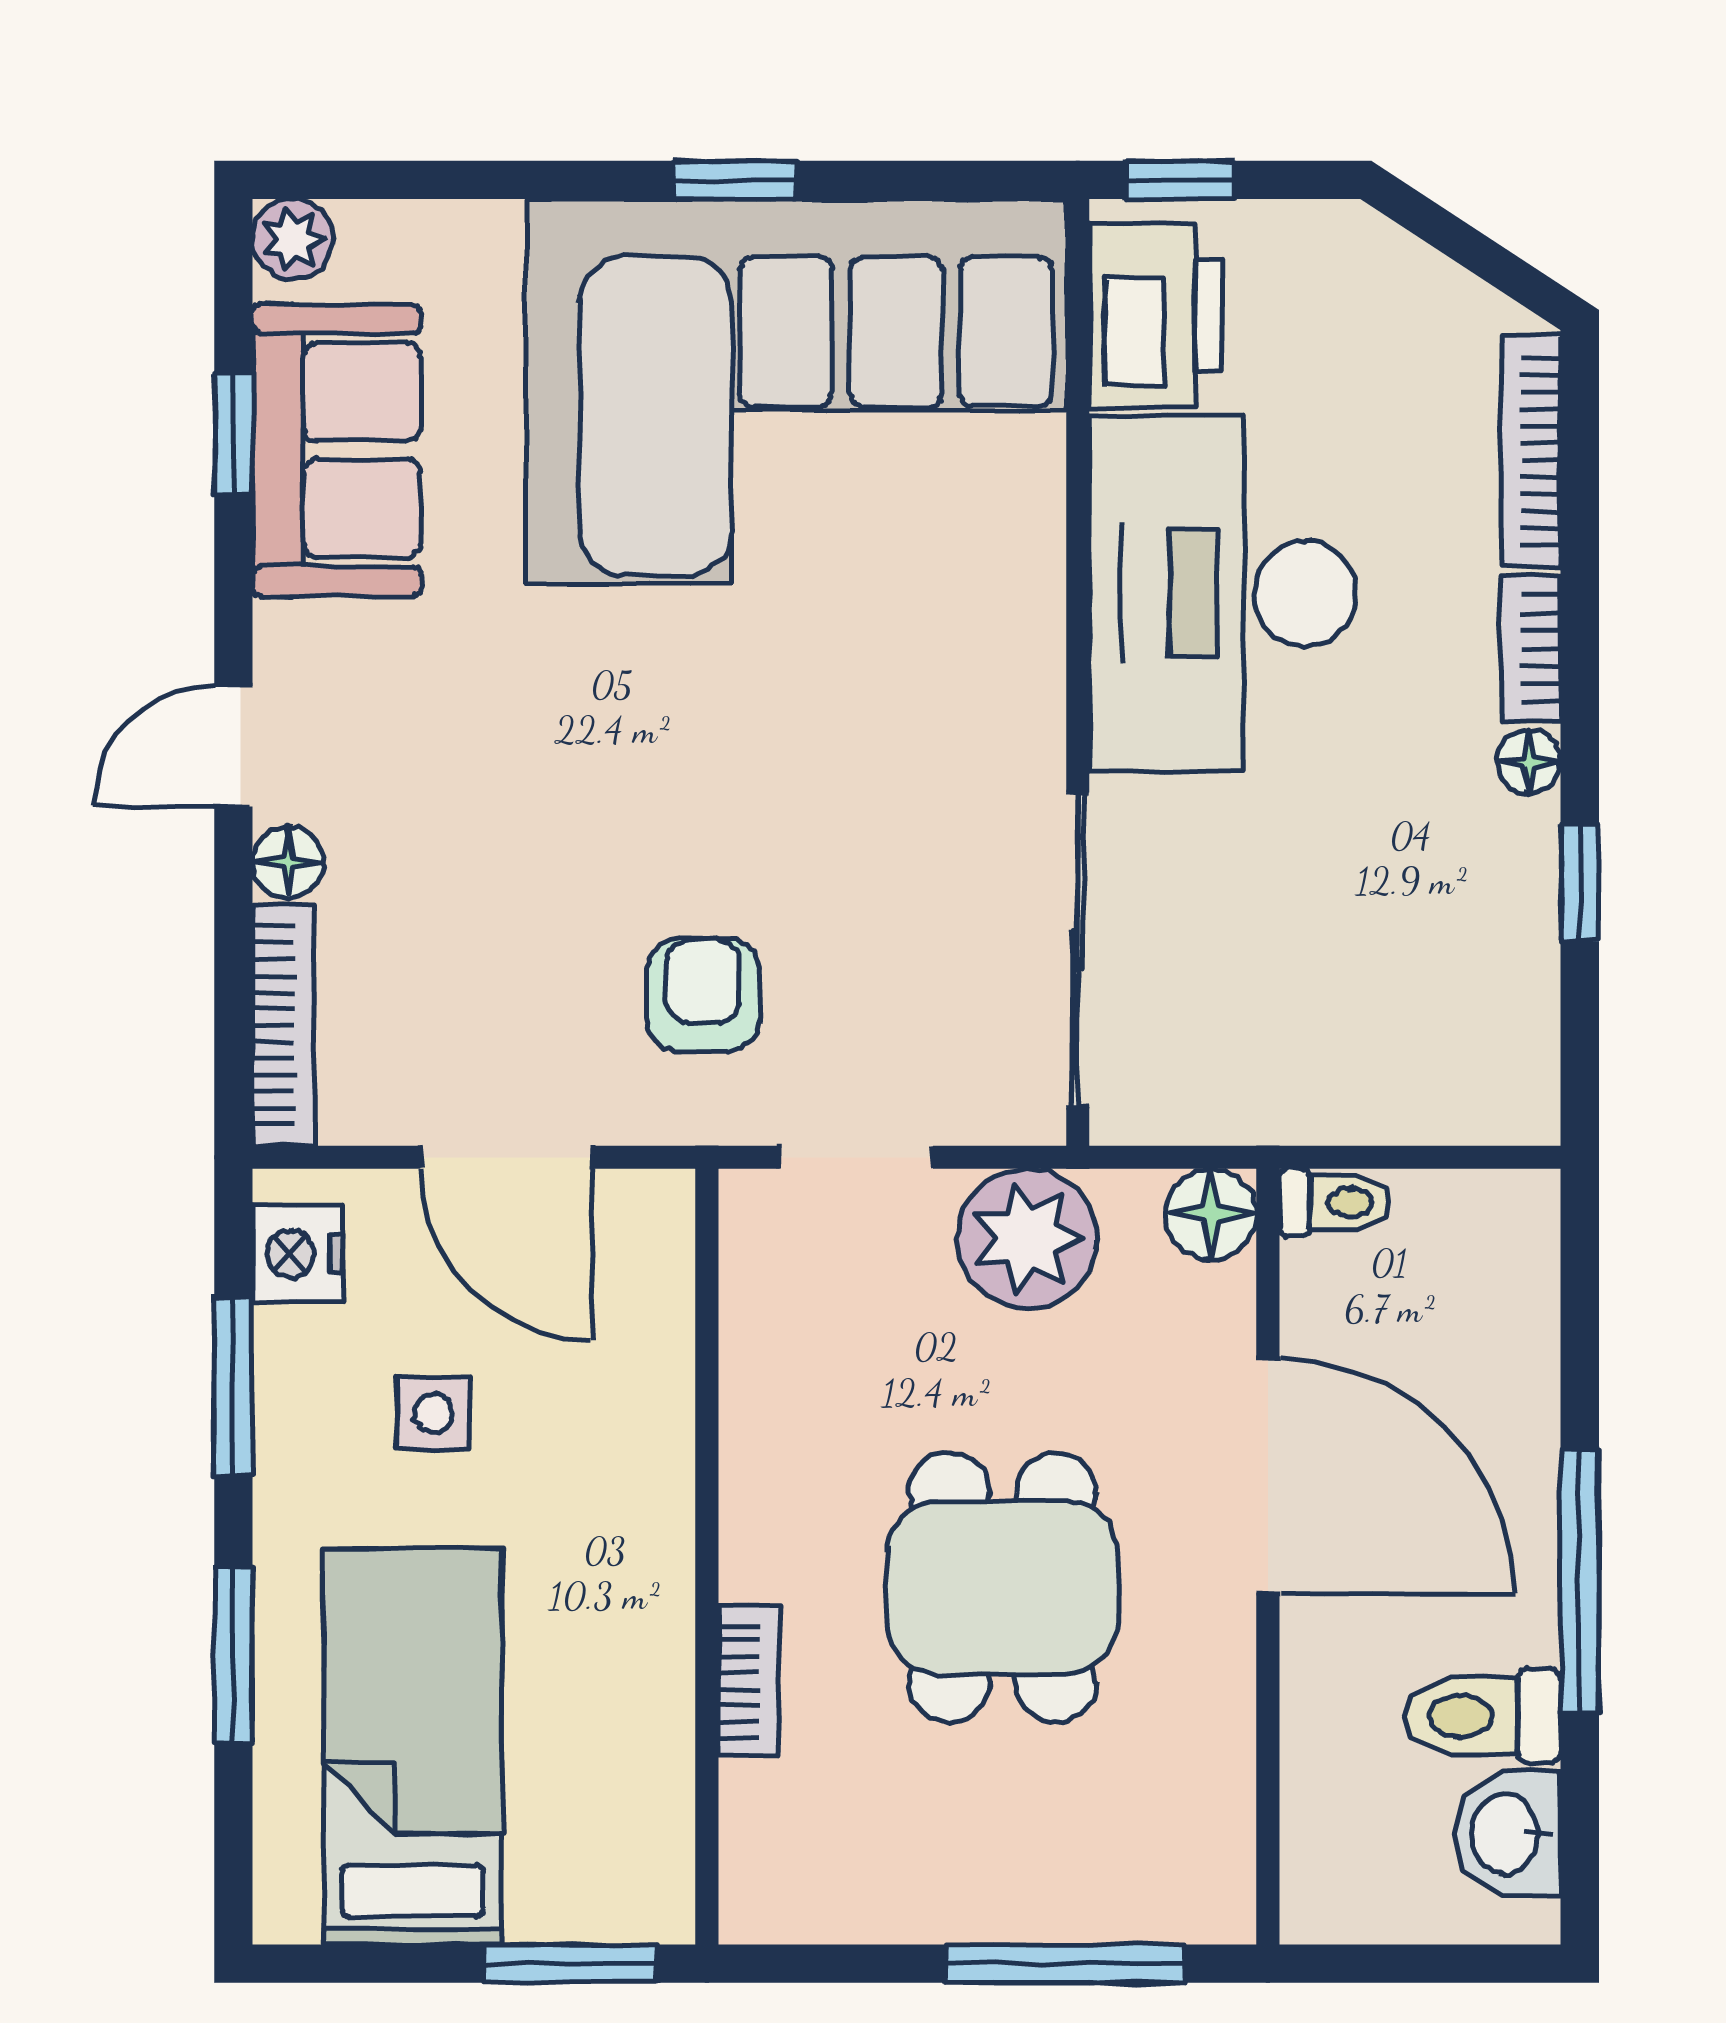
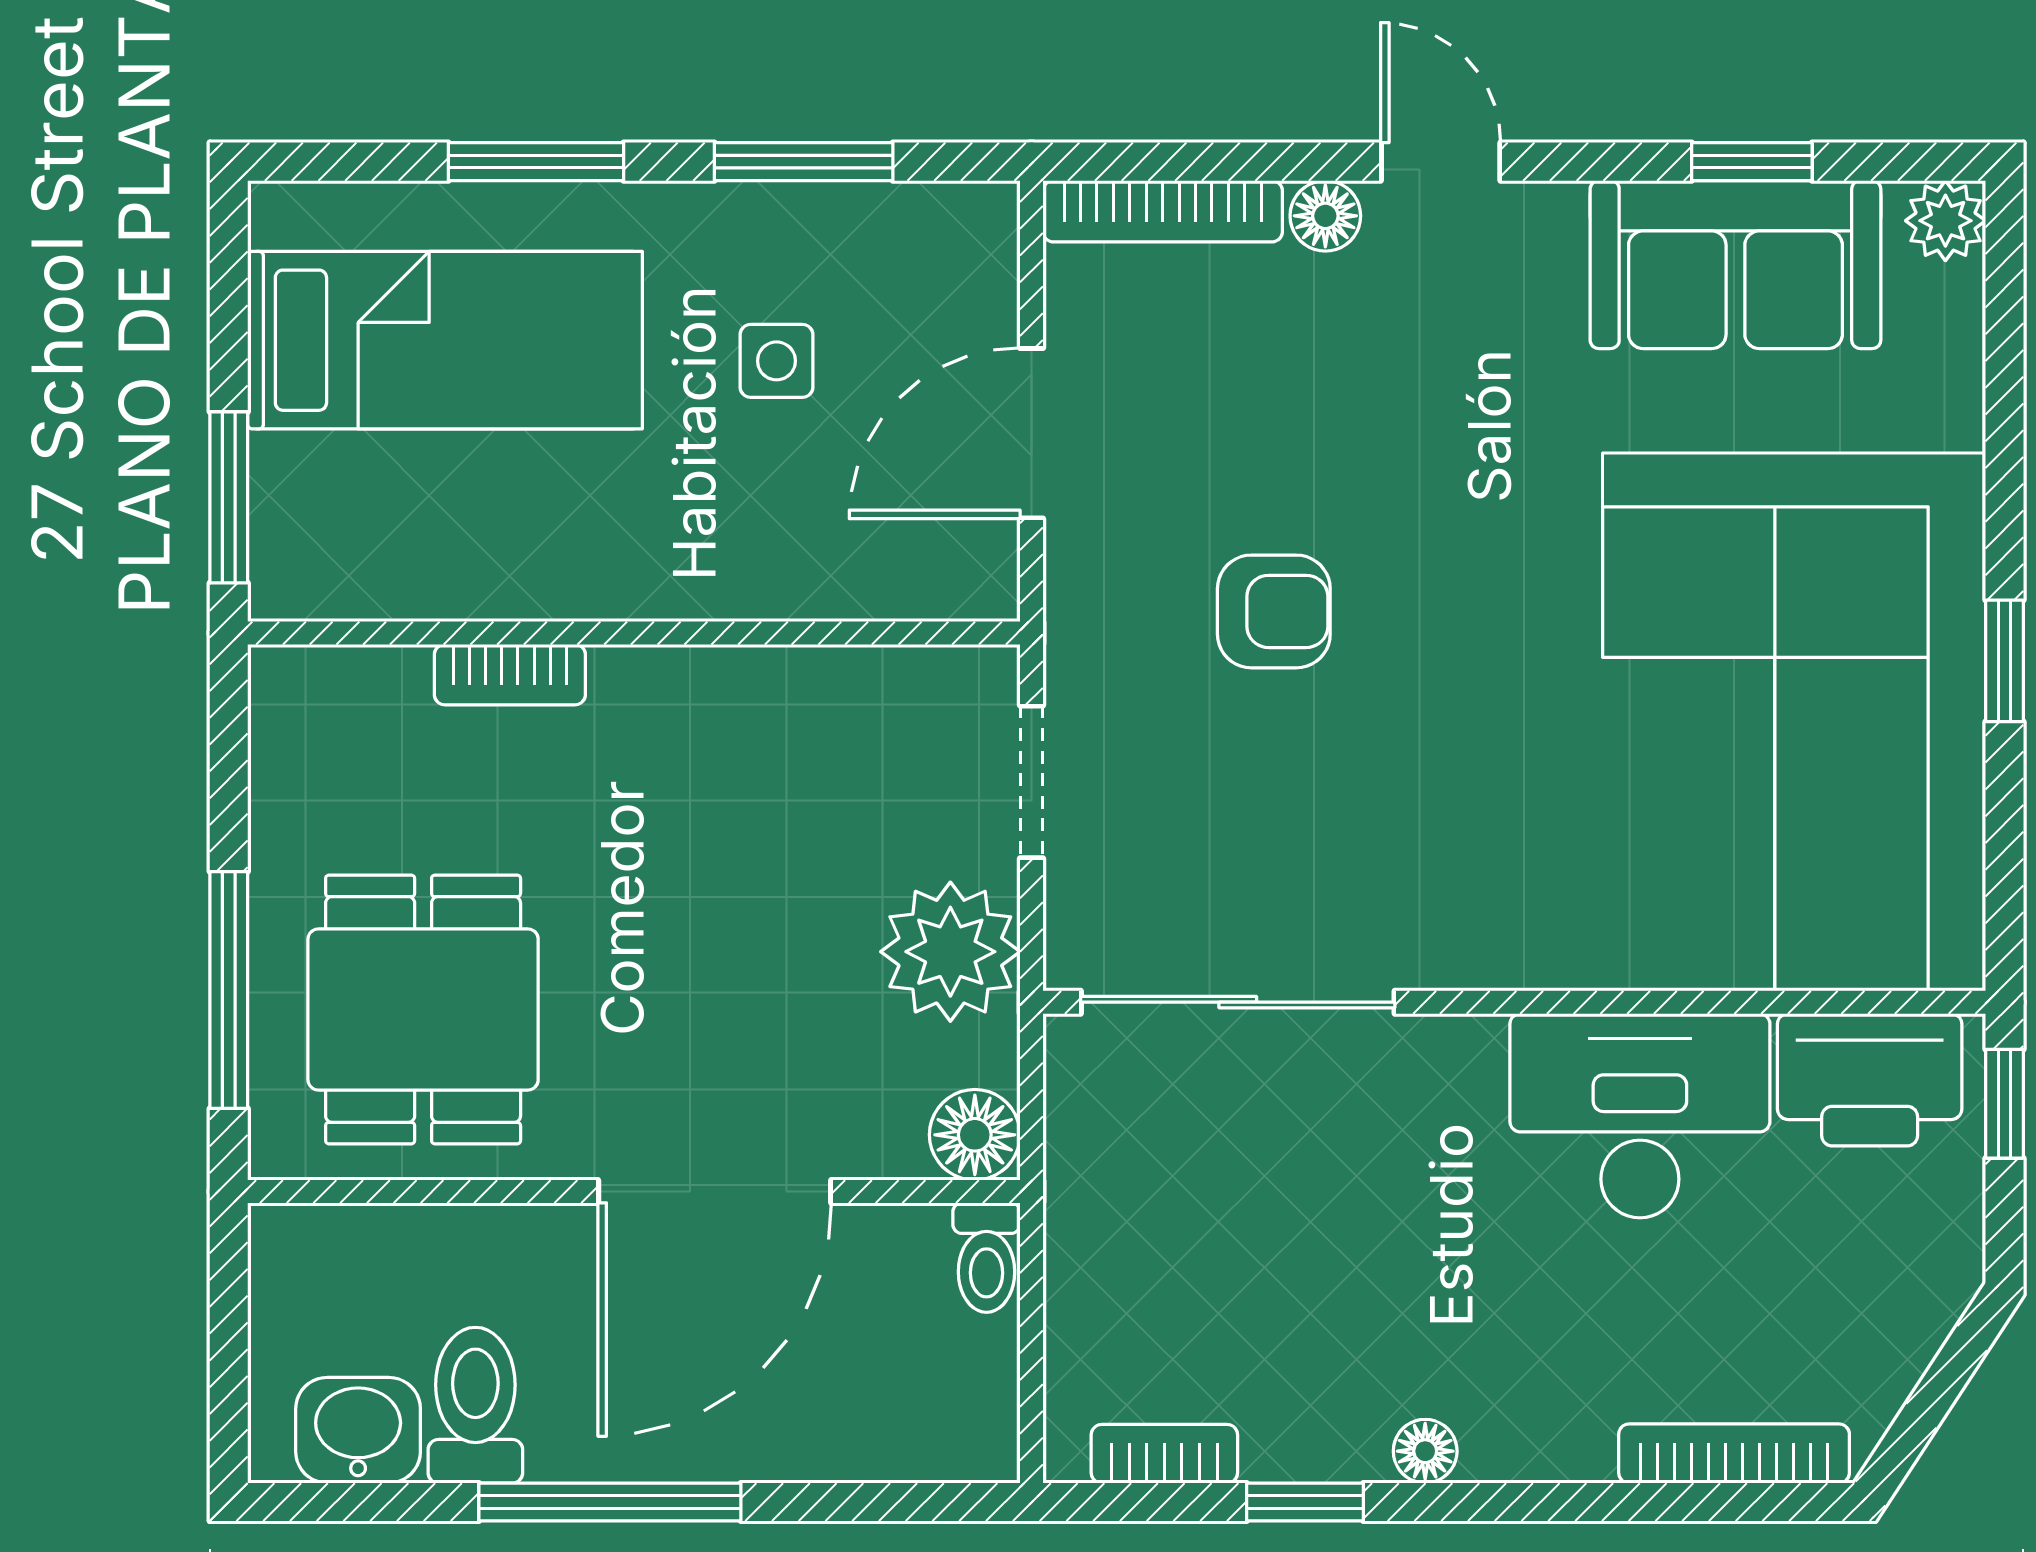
desk: (1222, 594) -> (1640, 1116), width x0.73, depth x0.77
bookcase: (1531, 649) -> (1164, 1454), moved
armchair: (703, 995) -> (1274, 611), moved
nightstand: (297, 1254) -> (935, 225), removed
dining table: (1002, 1587) -> (423, 1009), moved, turned 90

